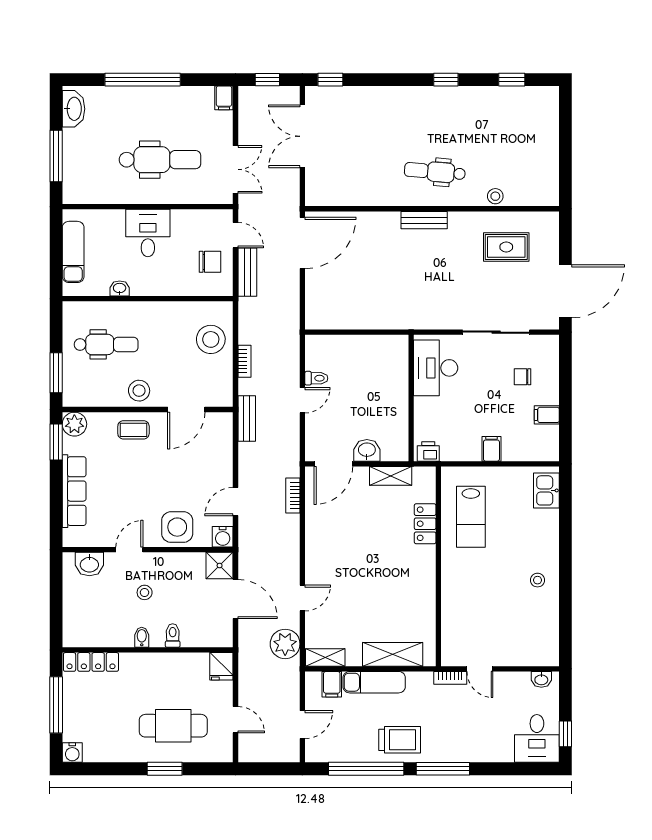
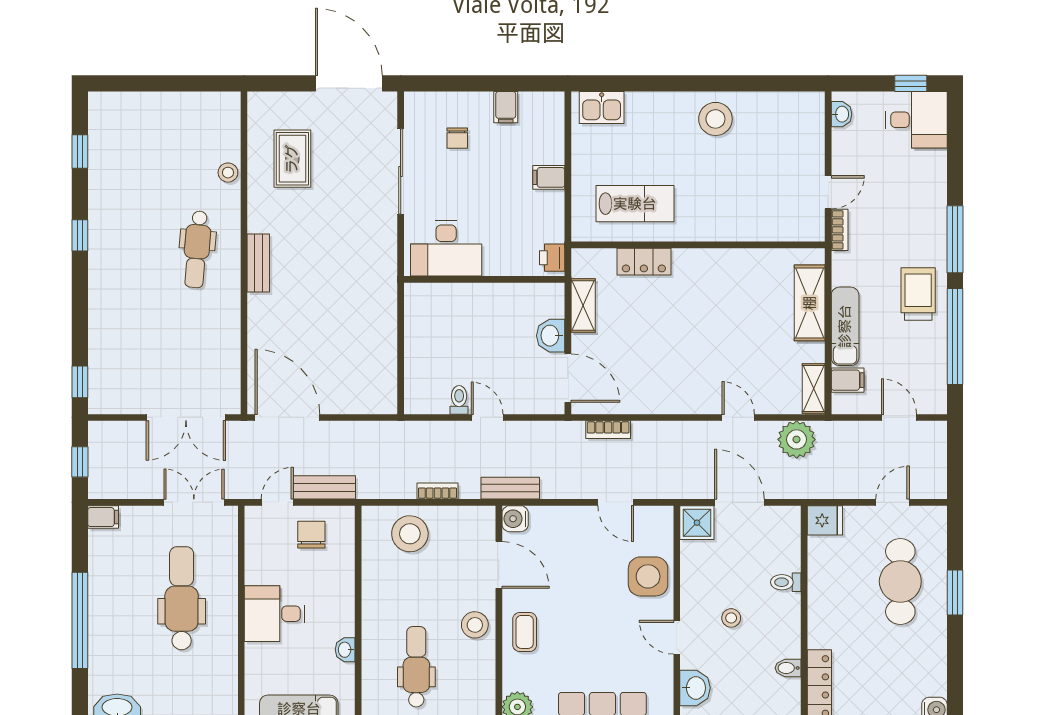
double door: (302, 136) -> (186, 417), moved
water cooler: (223, 537) -> (515, 519), moved, turned 180
stool: (538, 580) -> (715, 119), width x1.89, depth x1.89
door: (235, 599) -> (739, 502), hinge flipped
bidet: (142, 637) -> (788, 668), moved

